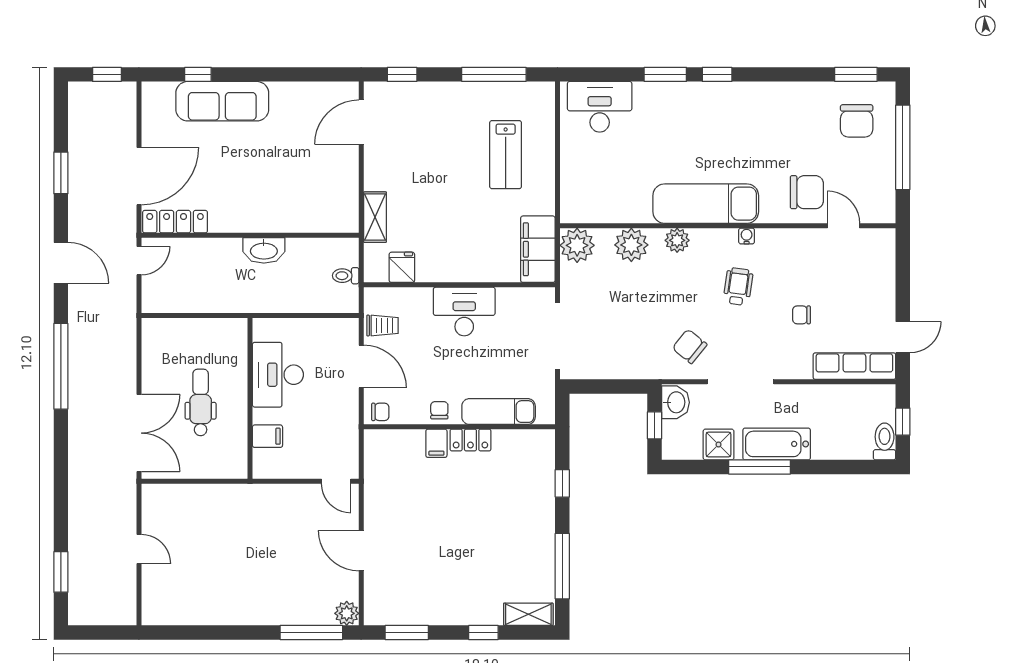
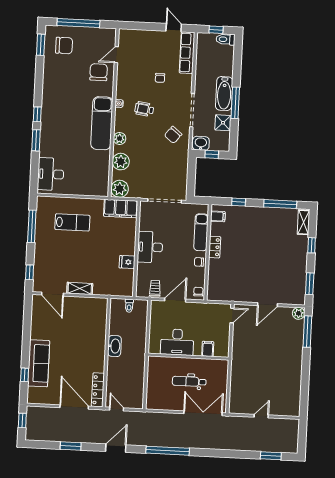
shelving: (375, 217) -> (80, 288), moved
fridge: (402, 267) -> (127, 262), moved
filing cabinet: (436, 443) -> (218, 216), moved

